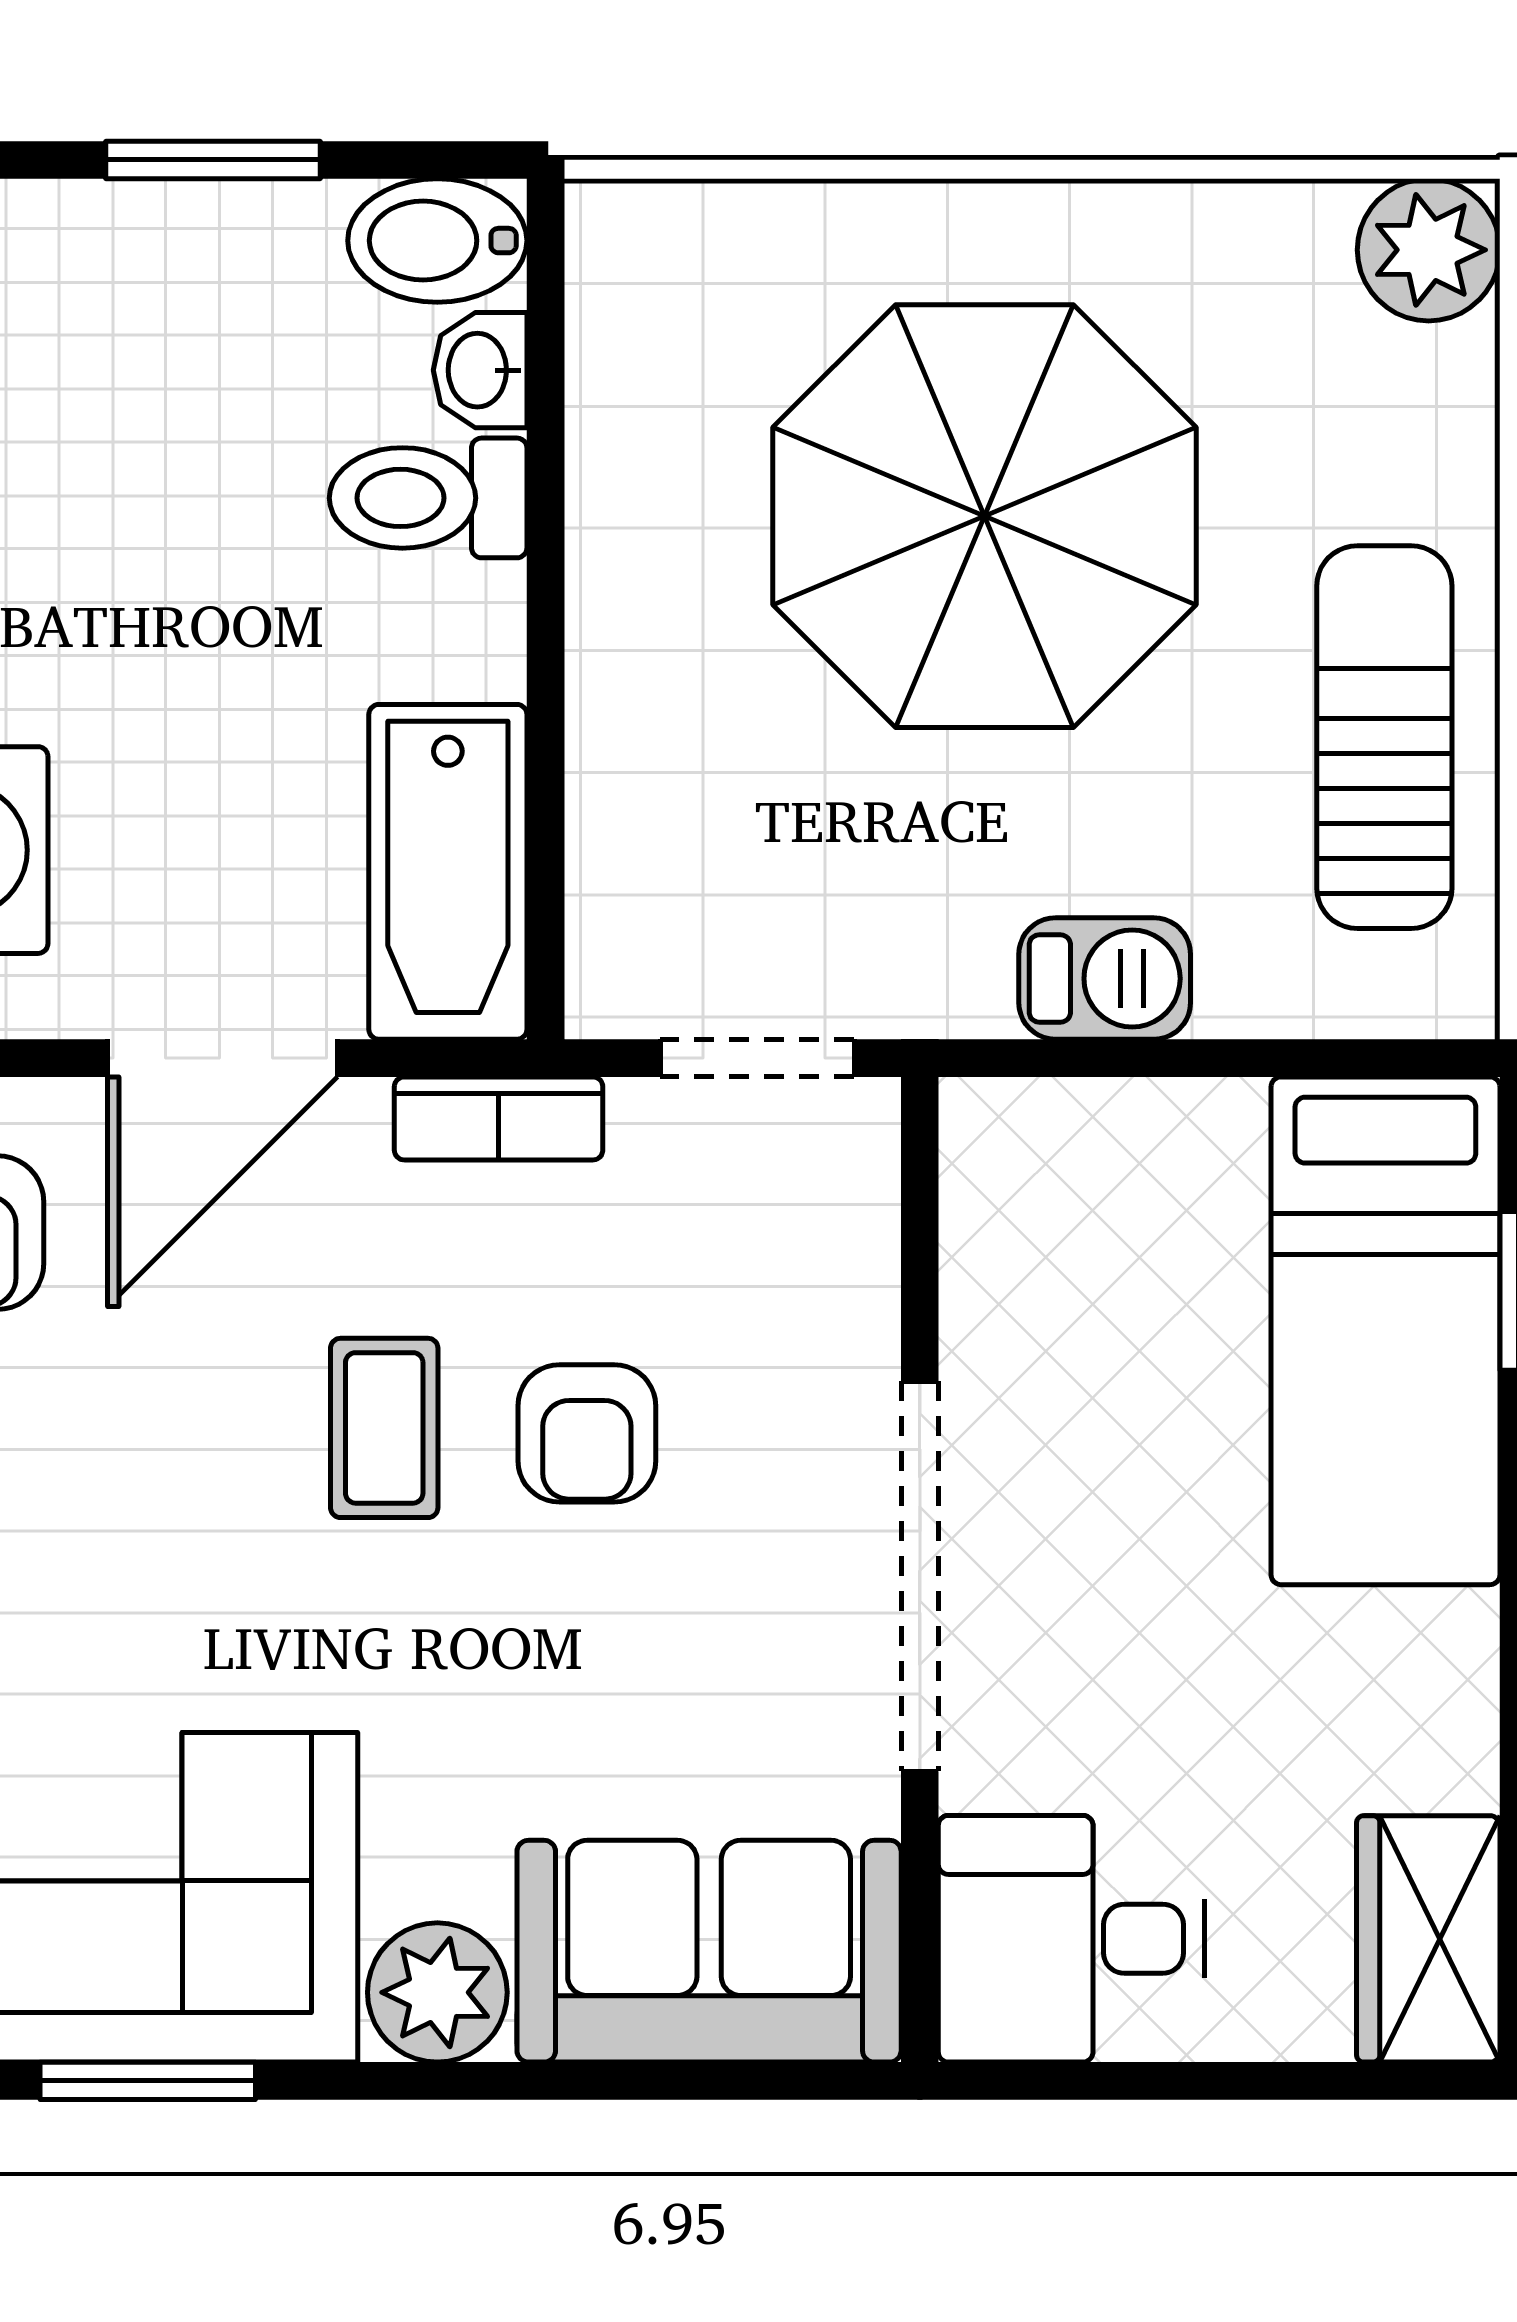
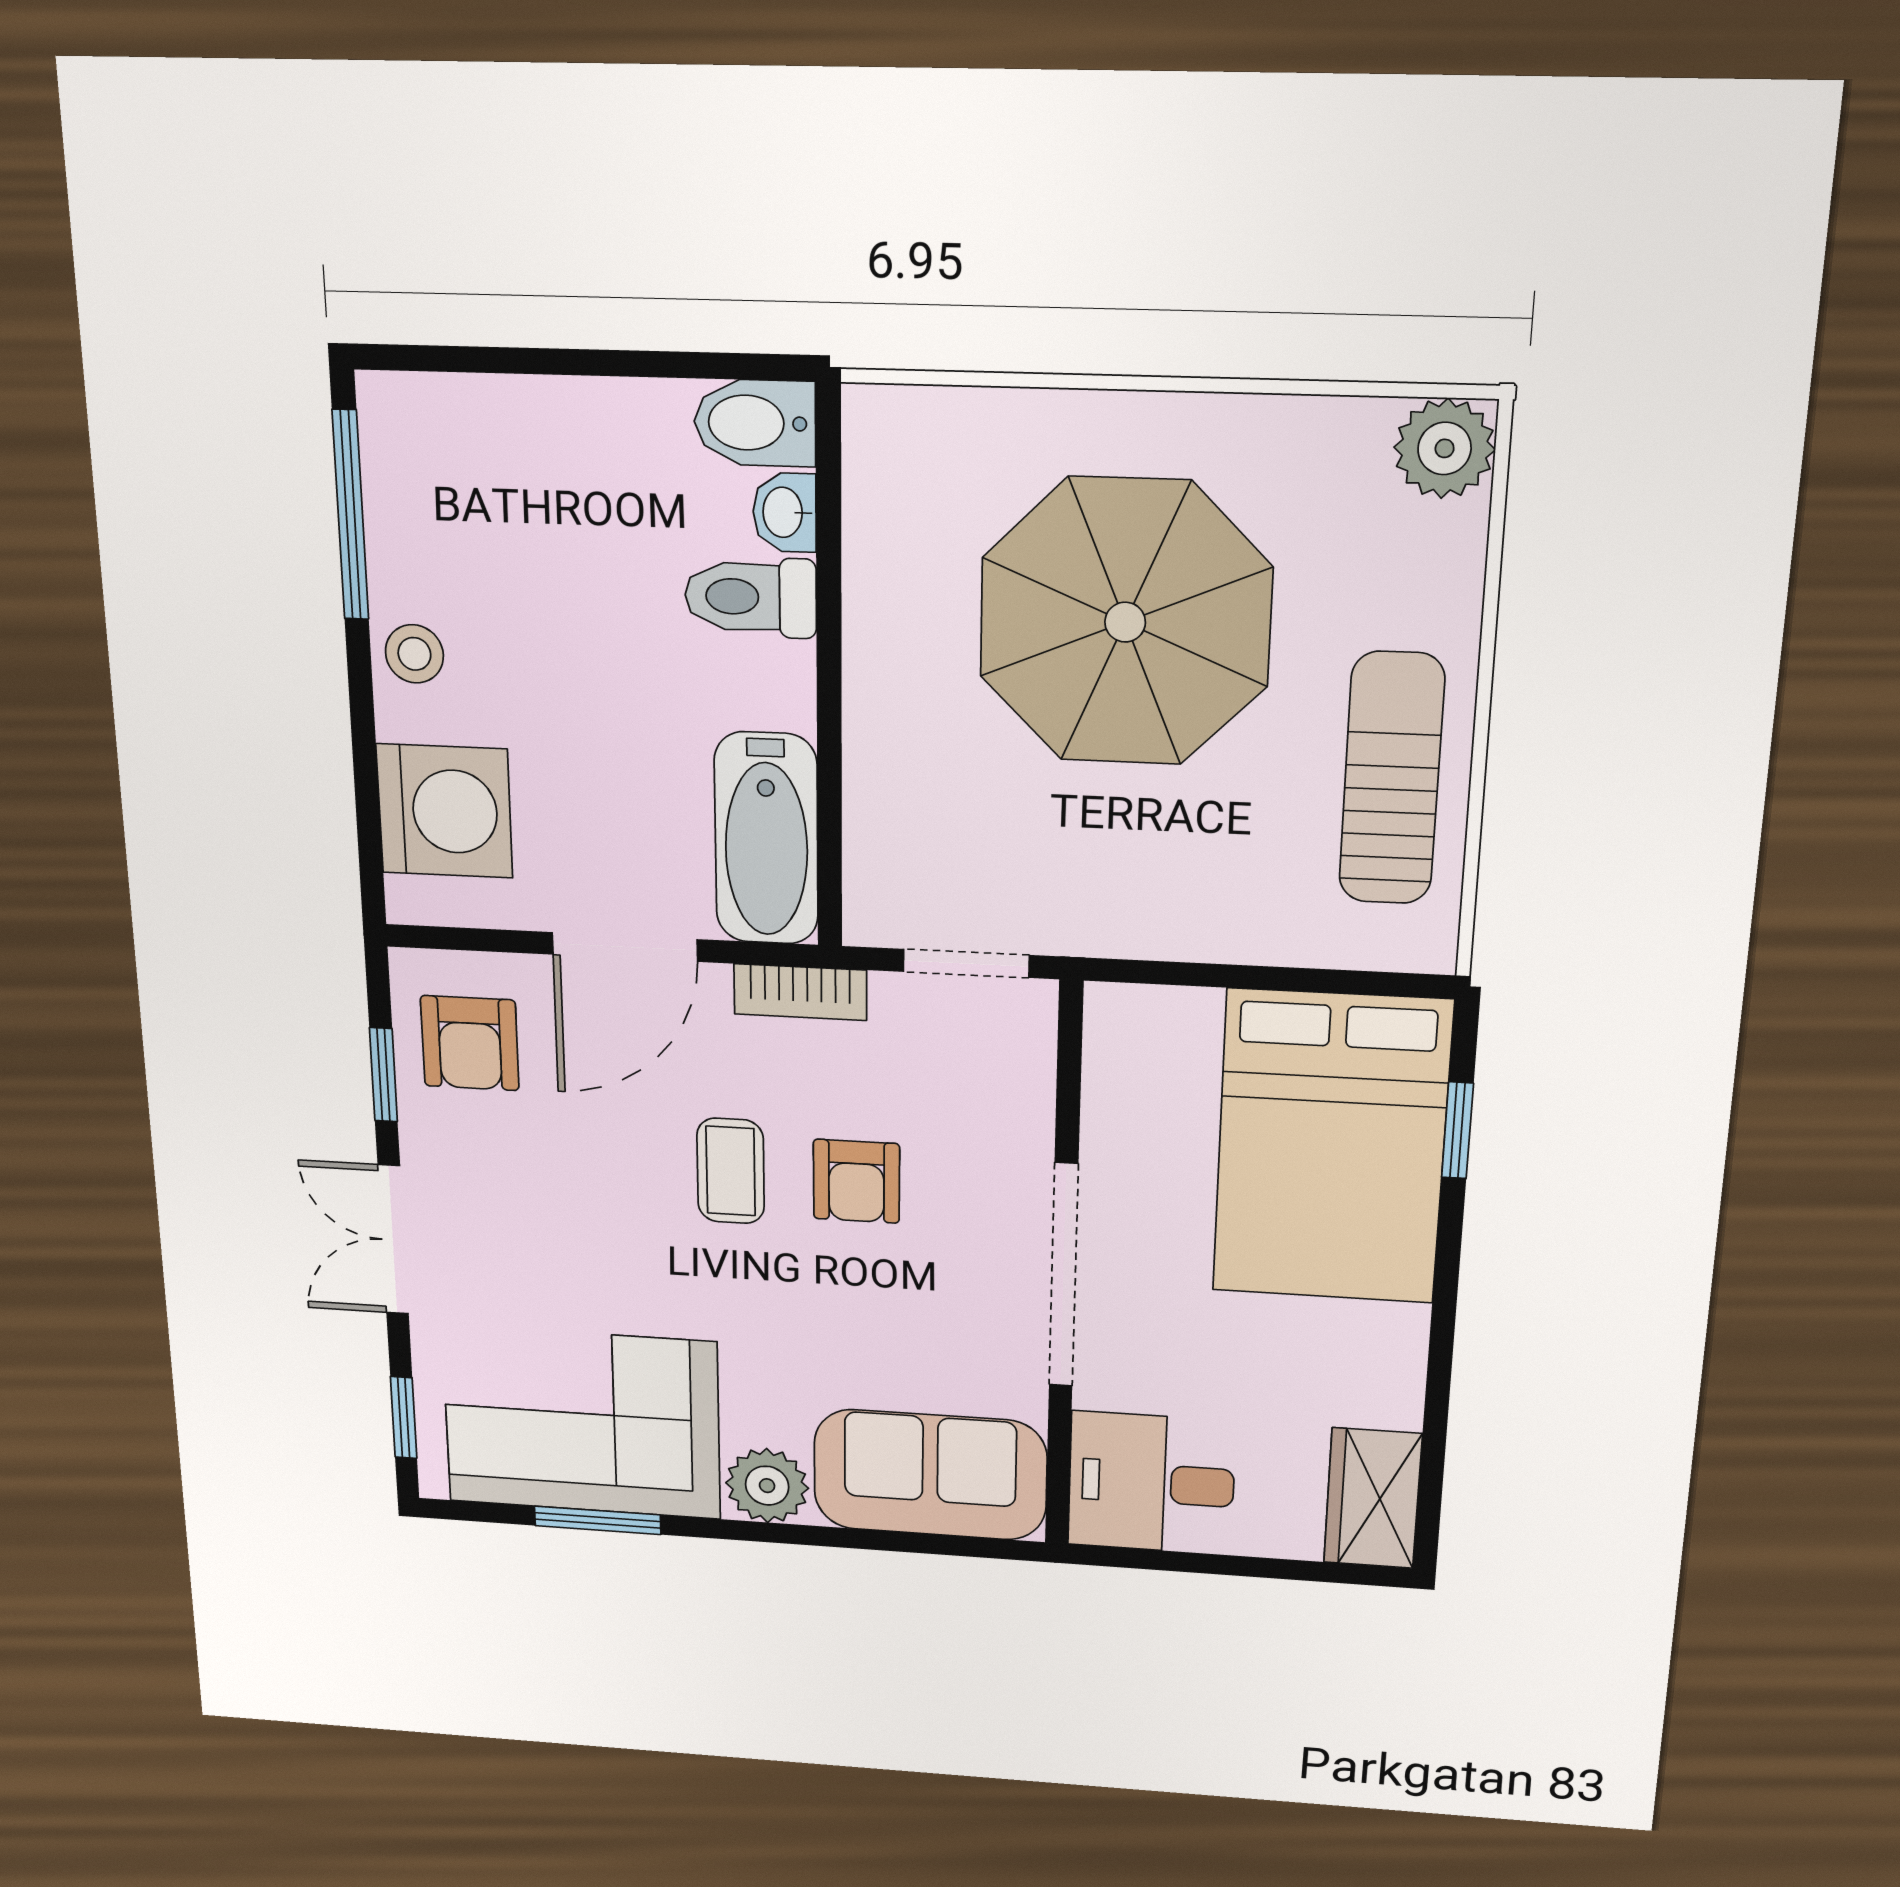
window: (213, 160) -> (602, 363), removed
barbecue: (1105, 979) -> (1195, 925), removed
bed: (1385, 1331) -> (1331, 1148), width x1.50

